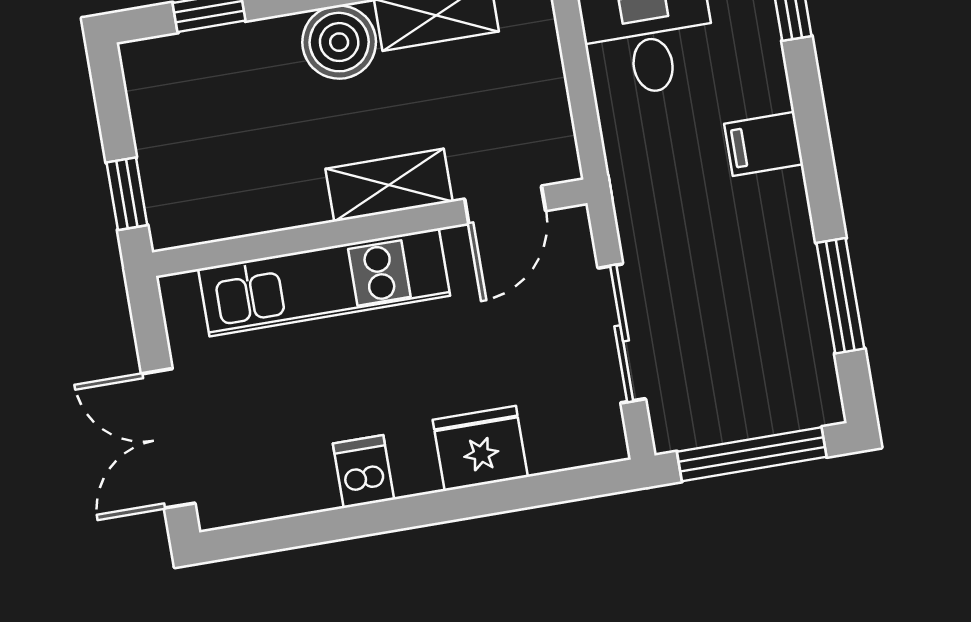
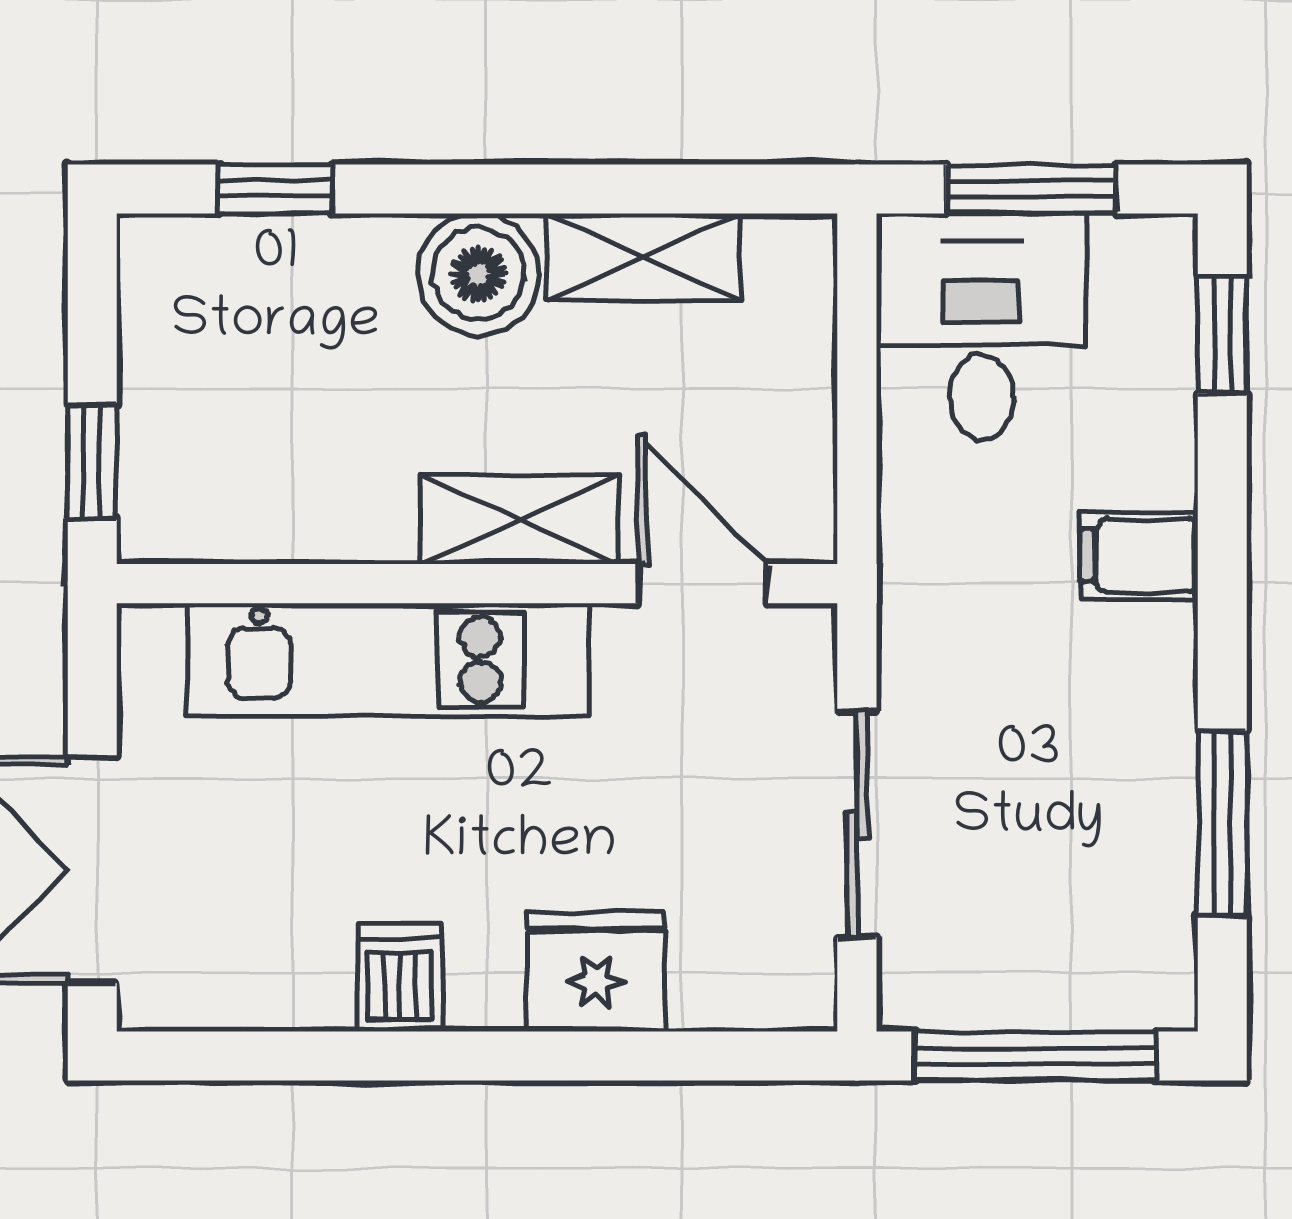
door: (505, 205) -> (703, 584), swing flipped

